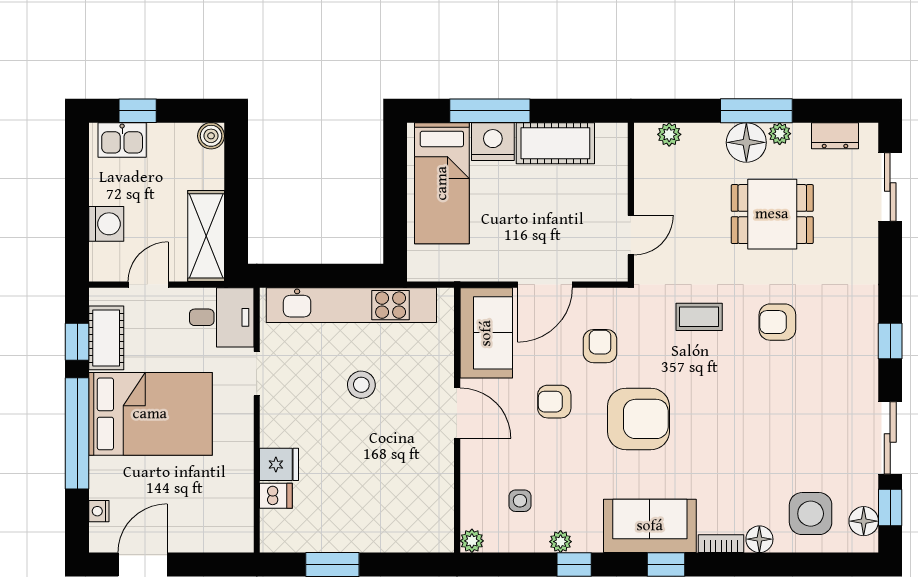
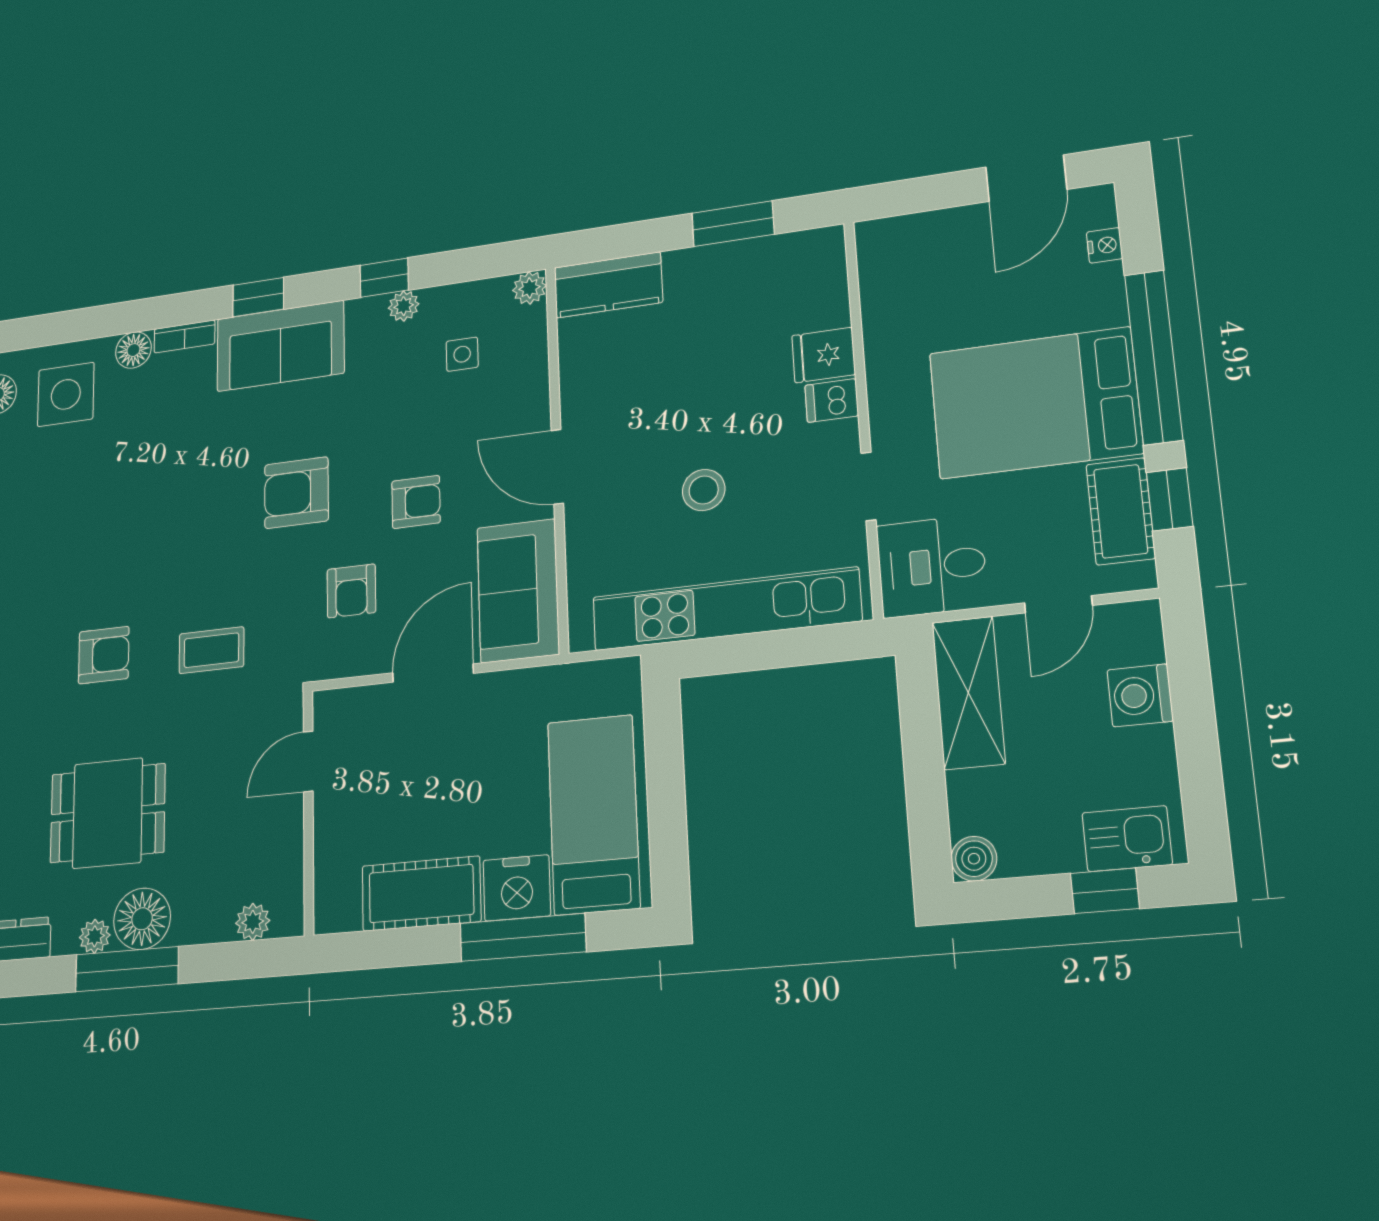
armchair: (638, 419) -> (296, 493), width x0.73, depth x0.73
dishwasher: (276, 496) -> (832, 401), moved
kitchen counter: (418, 535) -> (608, 285), added

